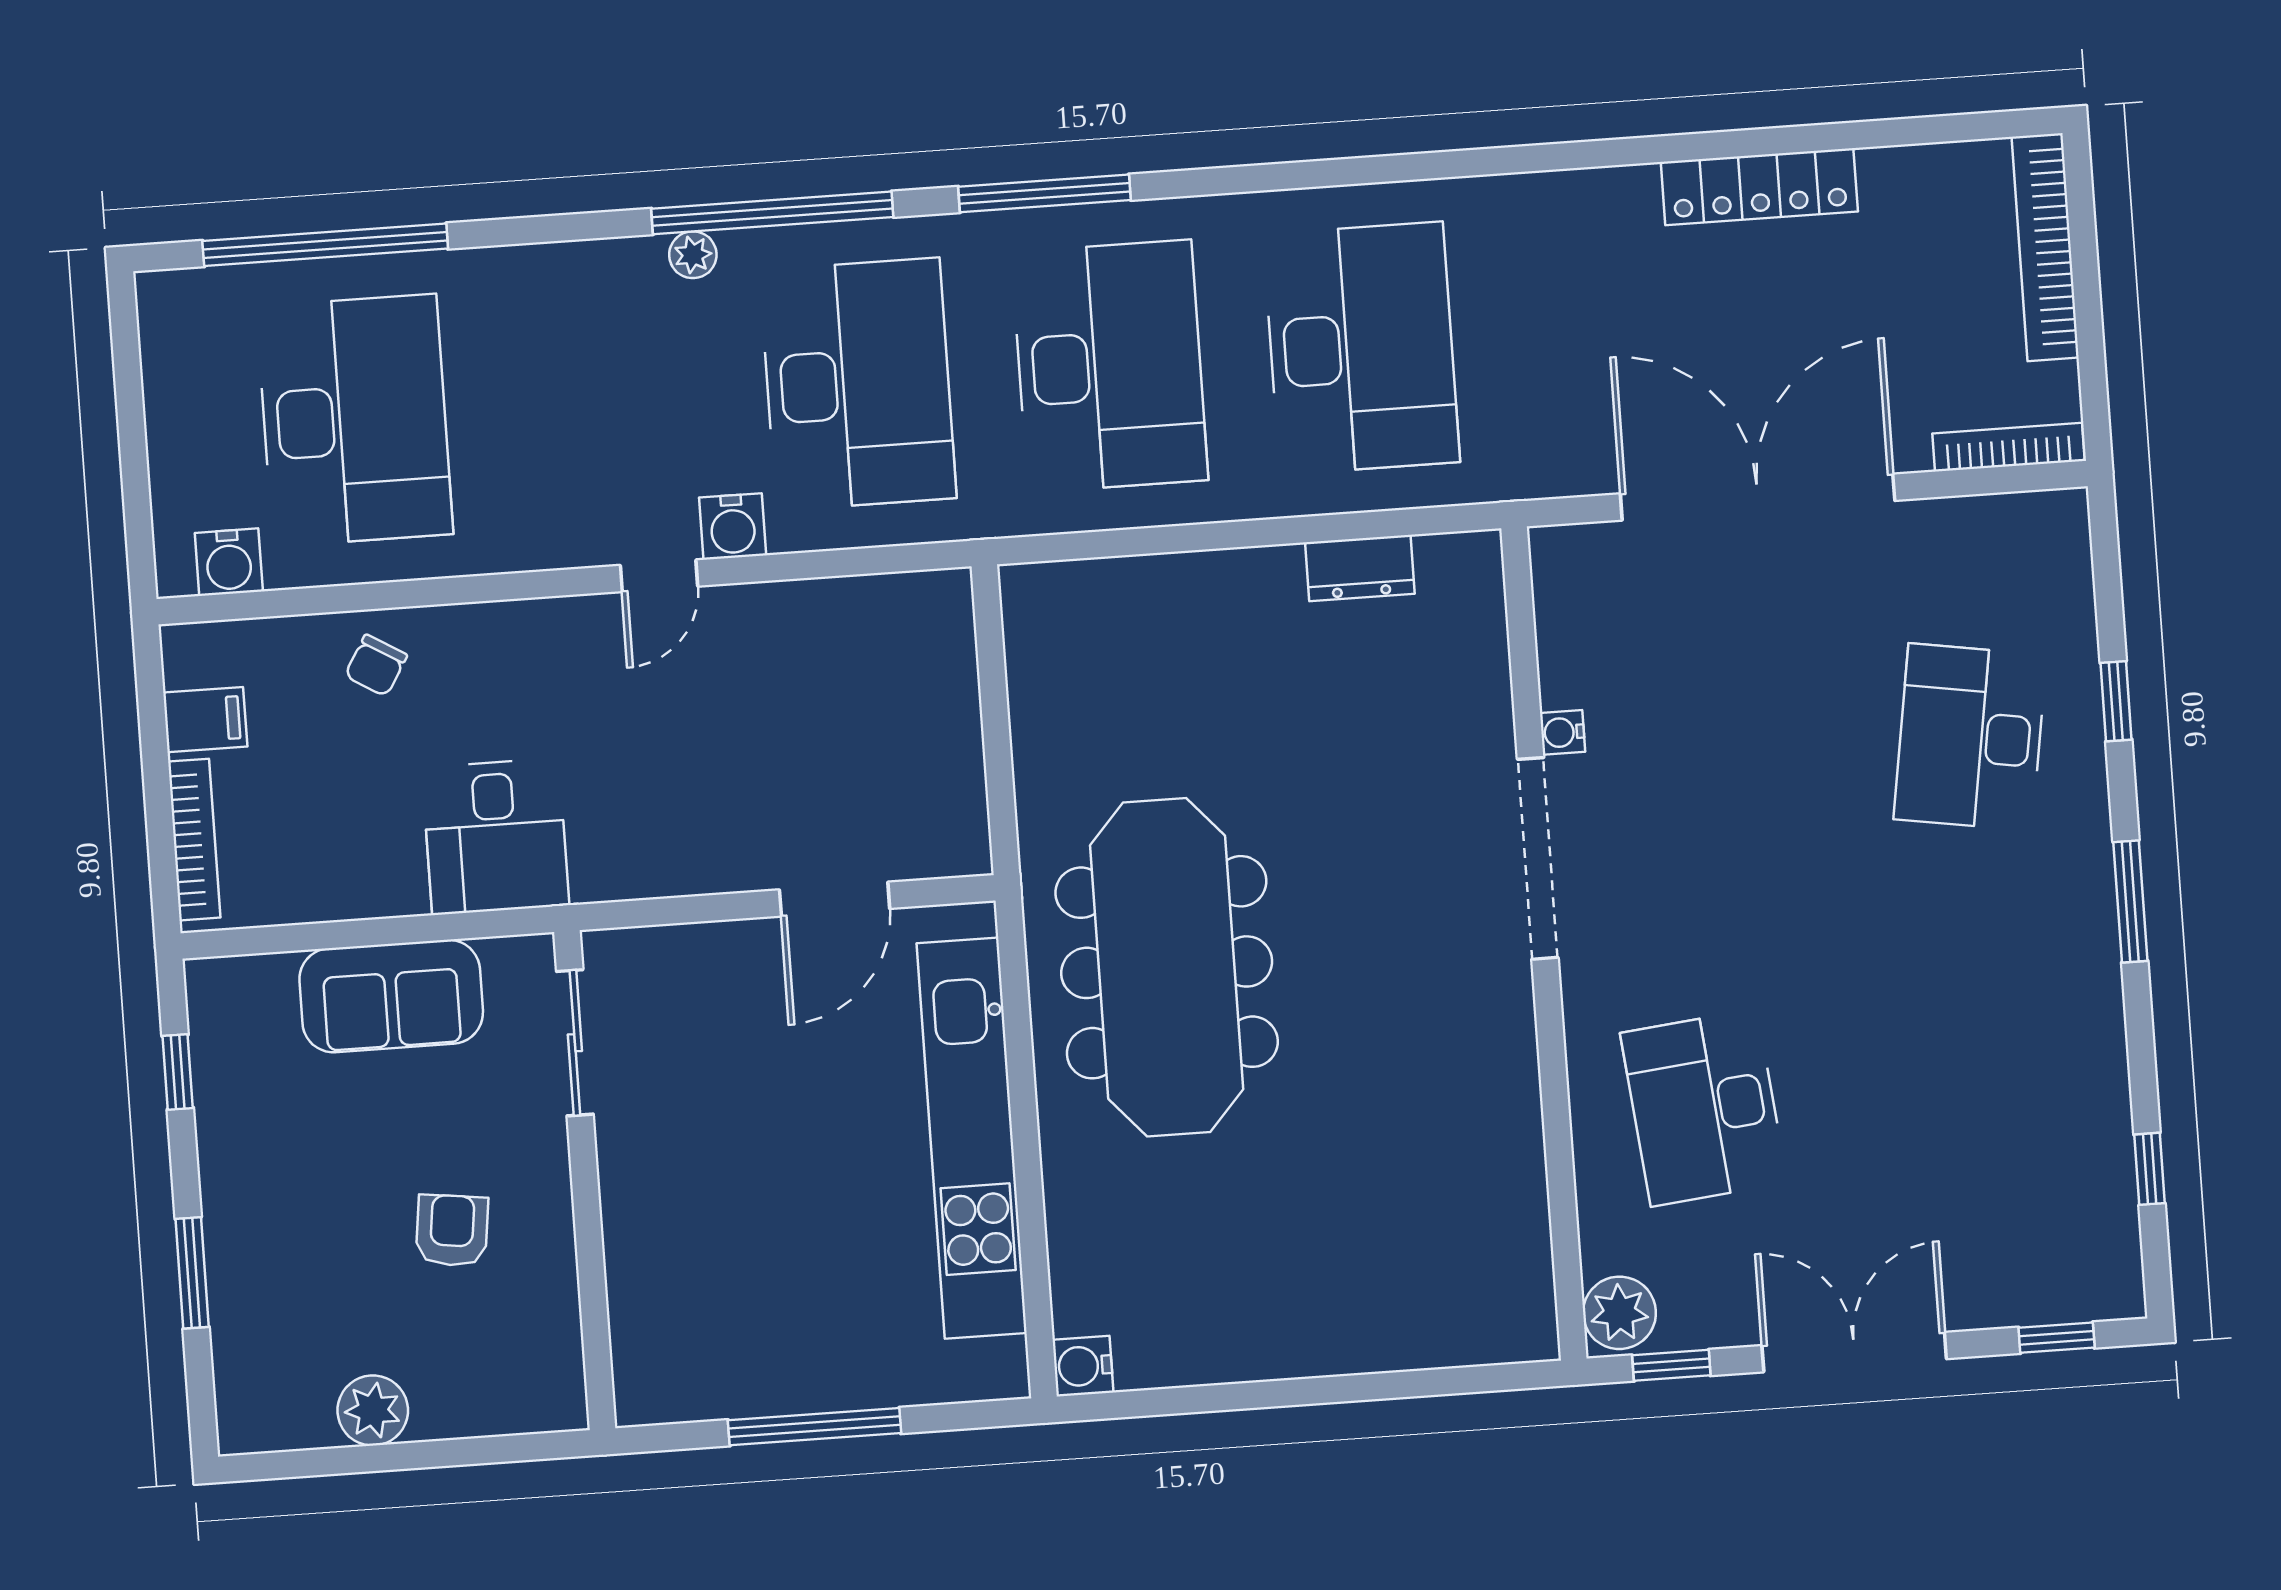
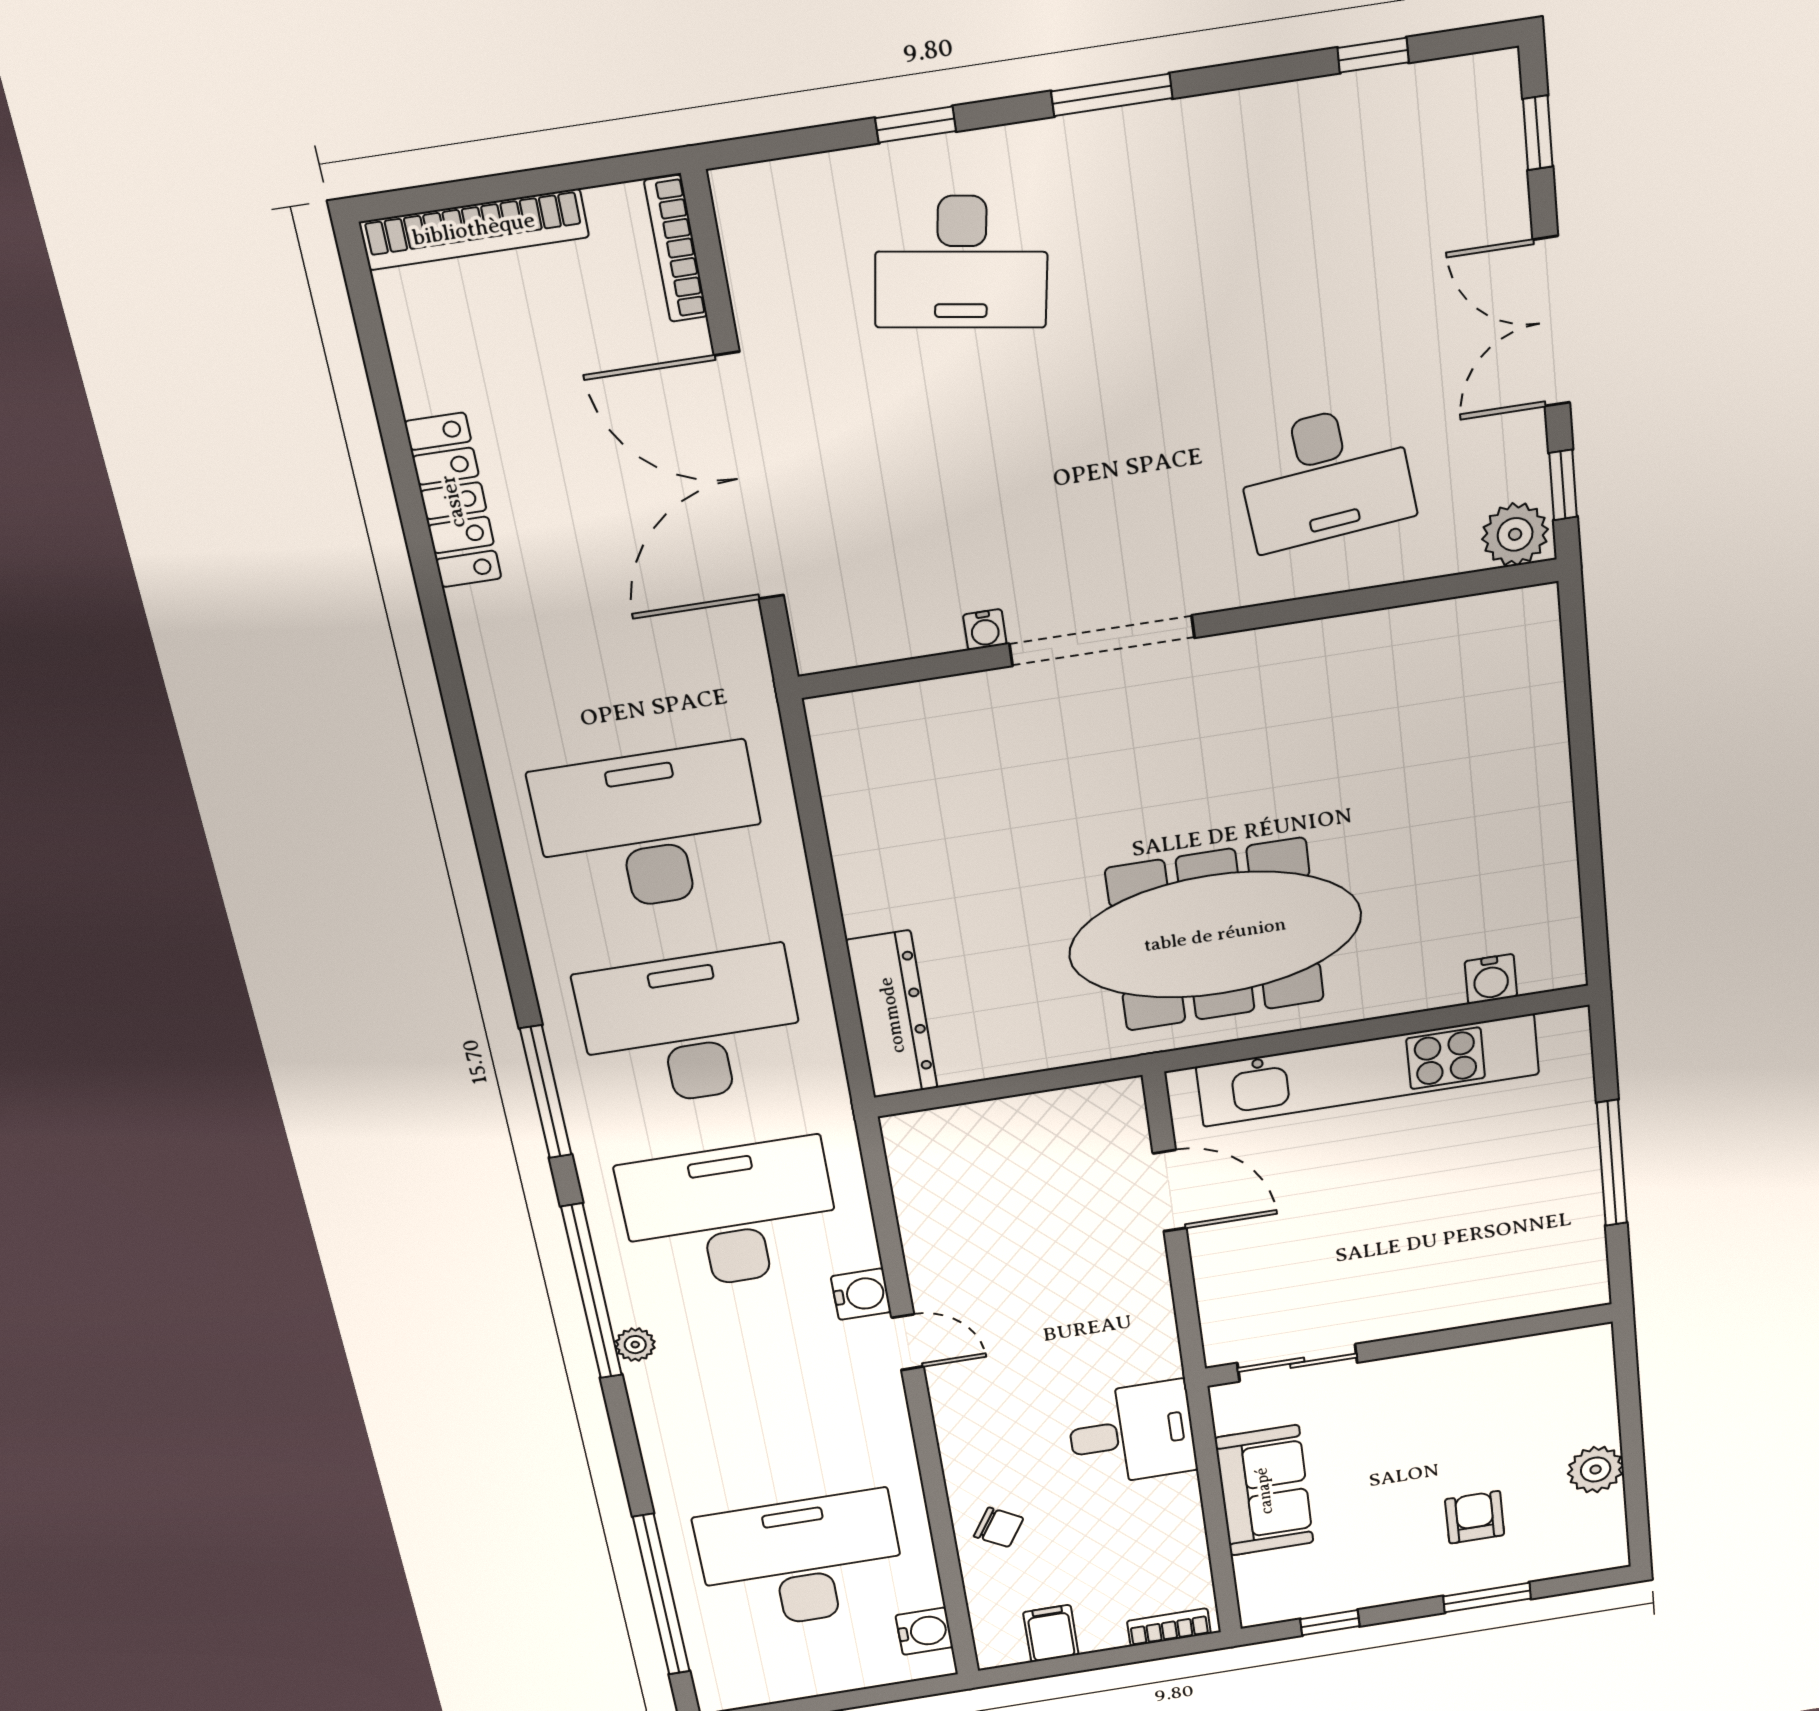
dresser: (1360, 568) -> (892, 1015), moved, width x1.96, depth x1.24
bookcase: (194, 840) -> (1169, 1627), width x0.64
armchair: (452, 1230) -> (1475, 1517), moved, turned 83
water cooler: (1083, 1366) -> (1491, 979), moved

